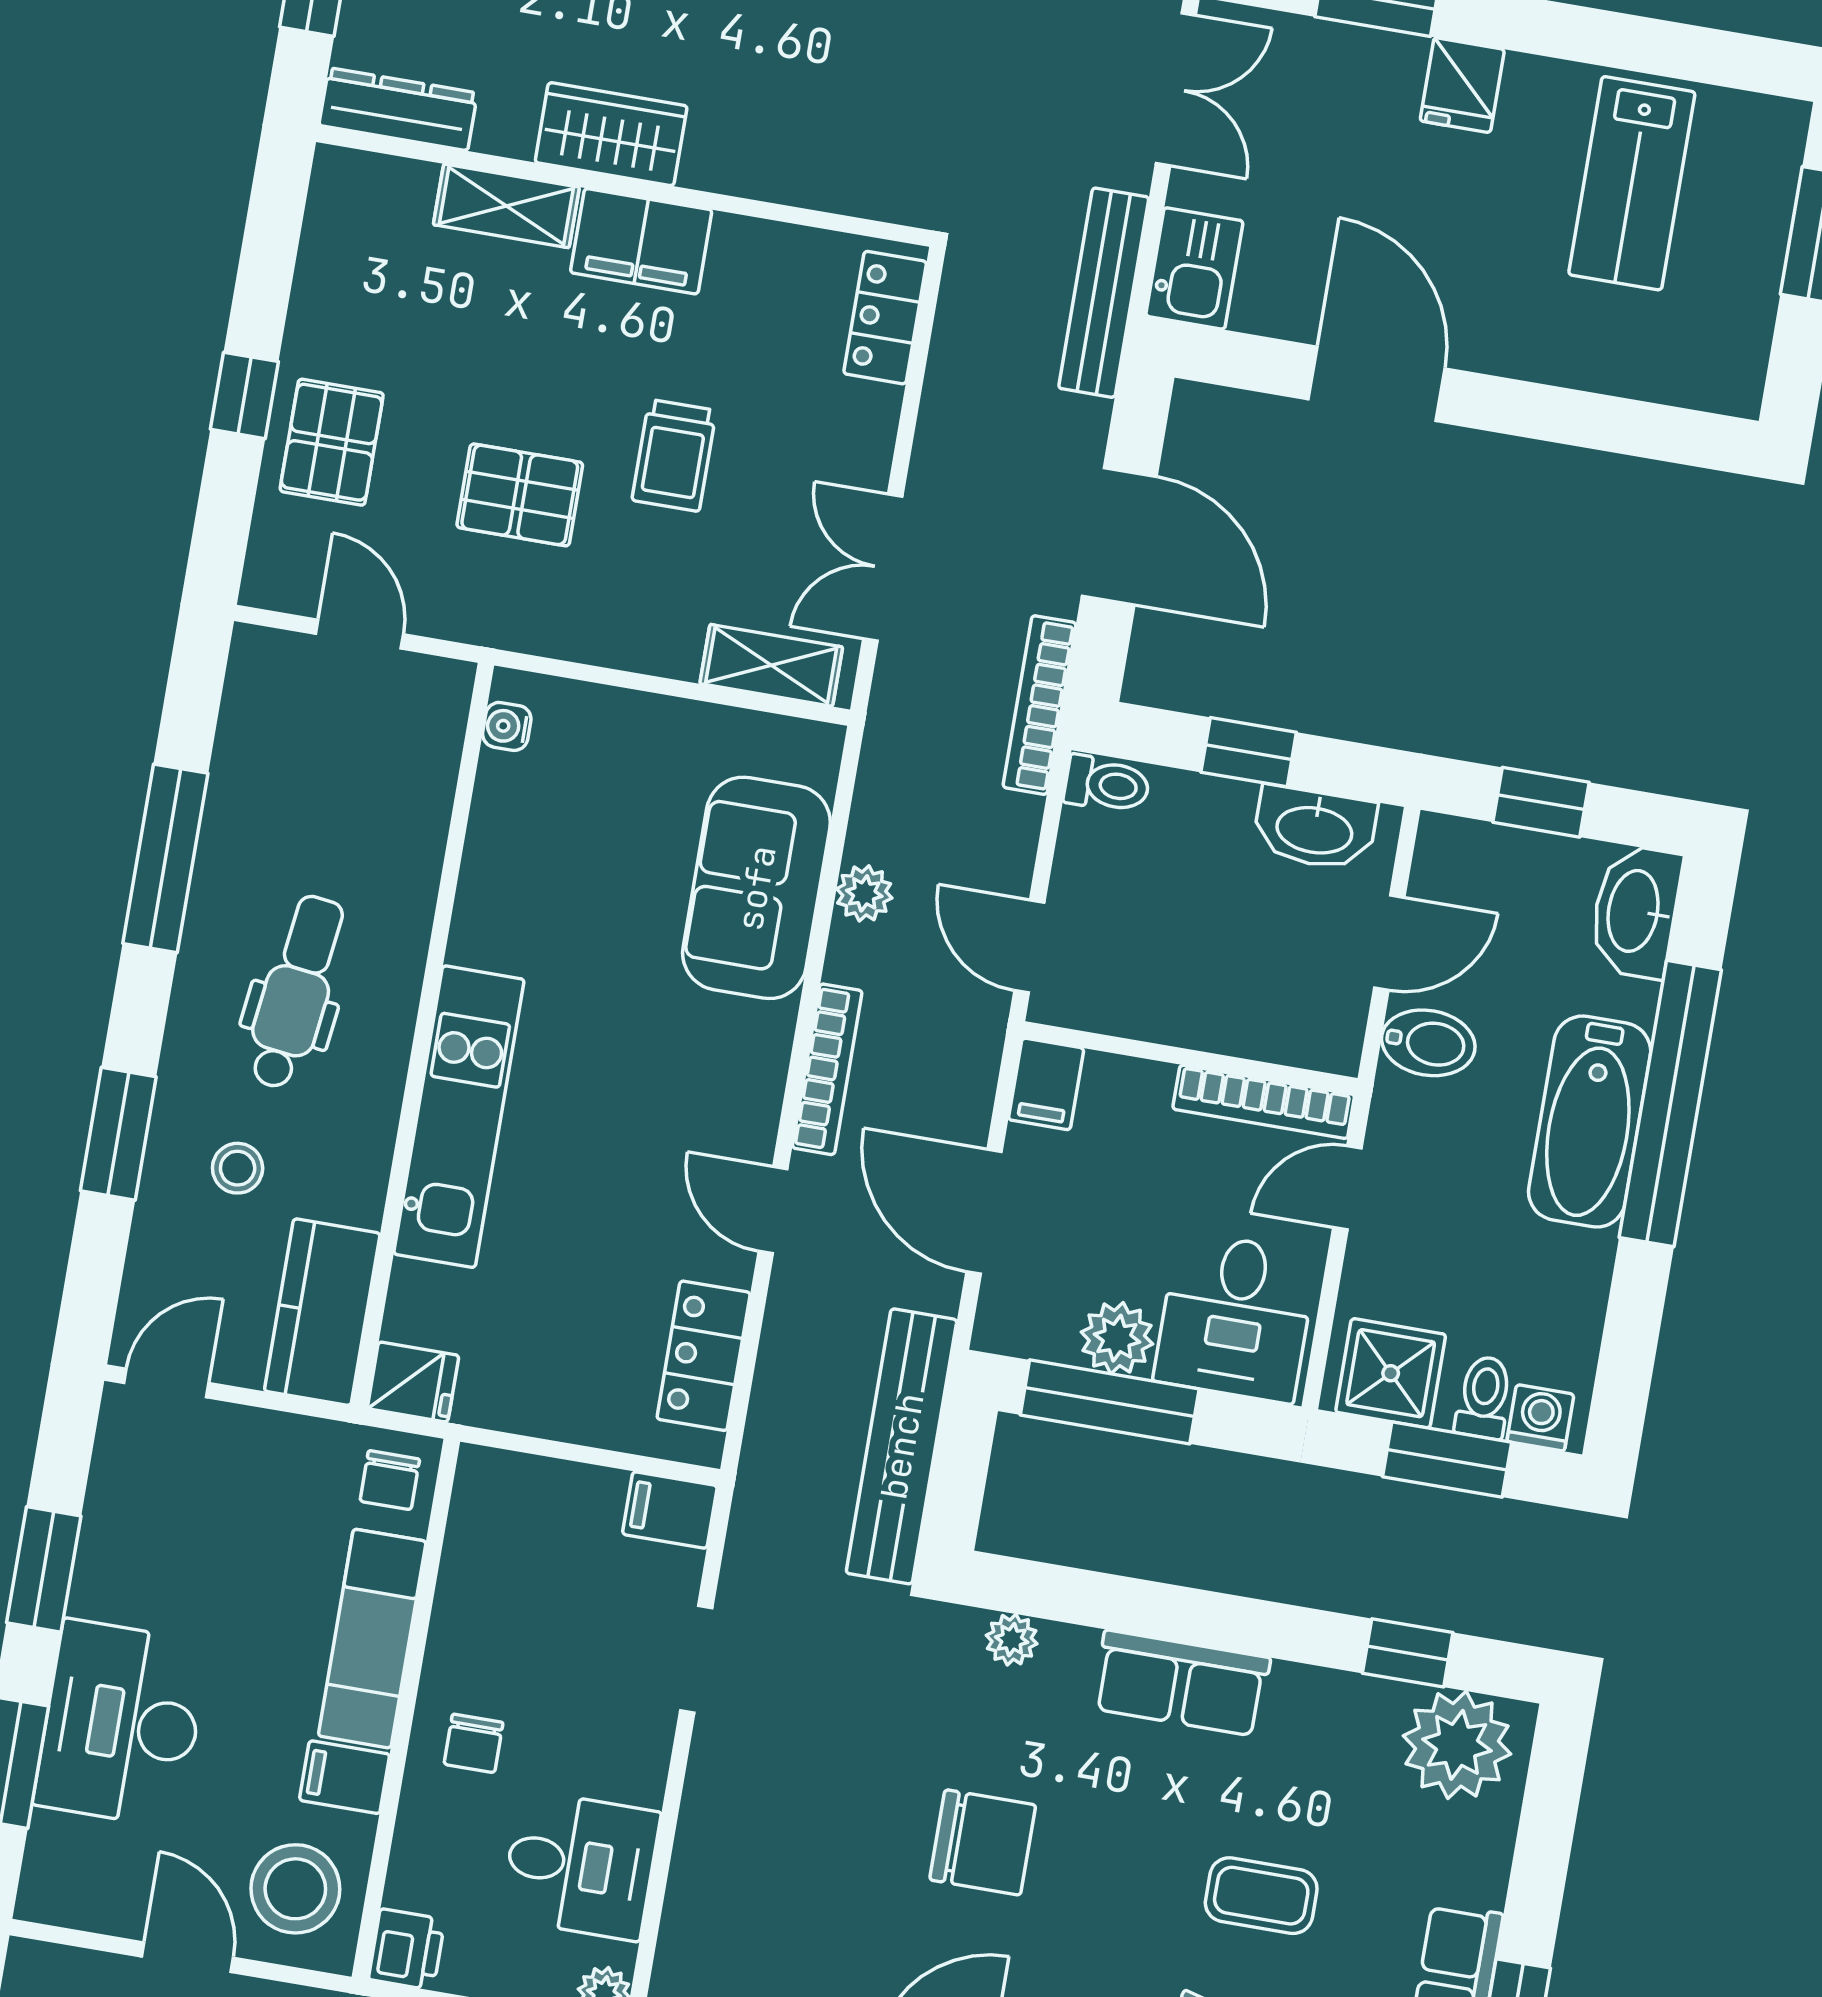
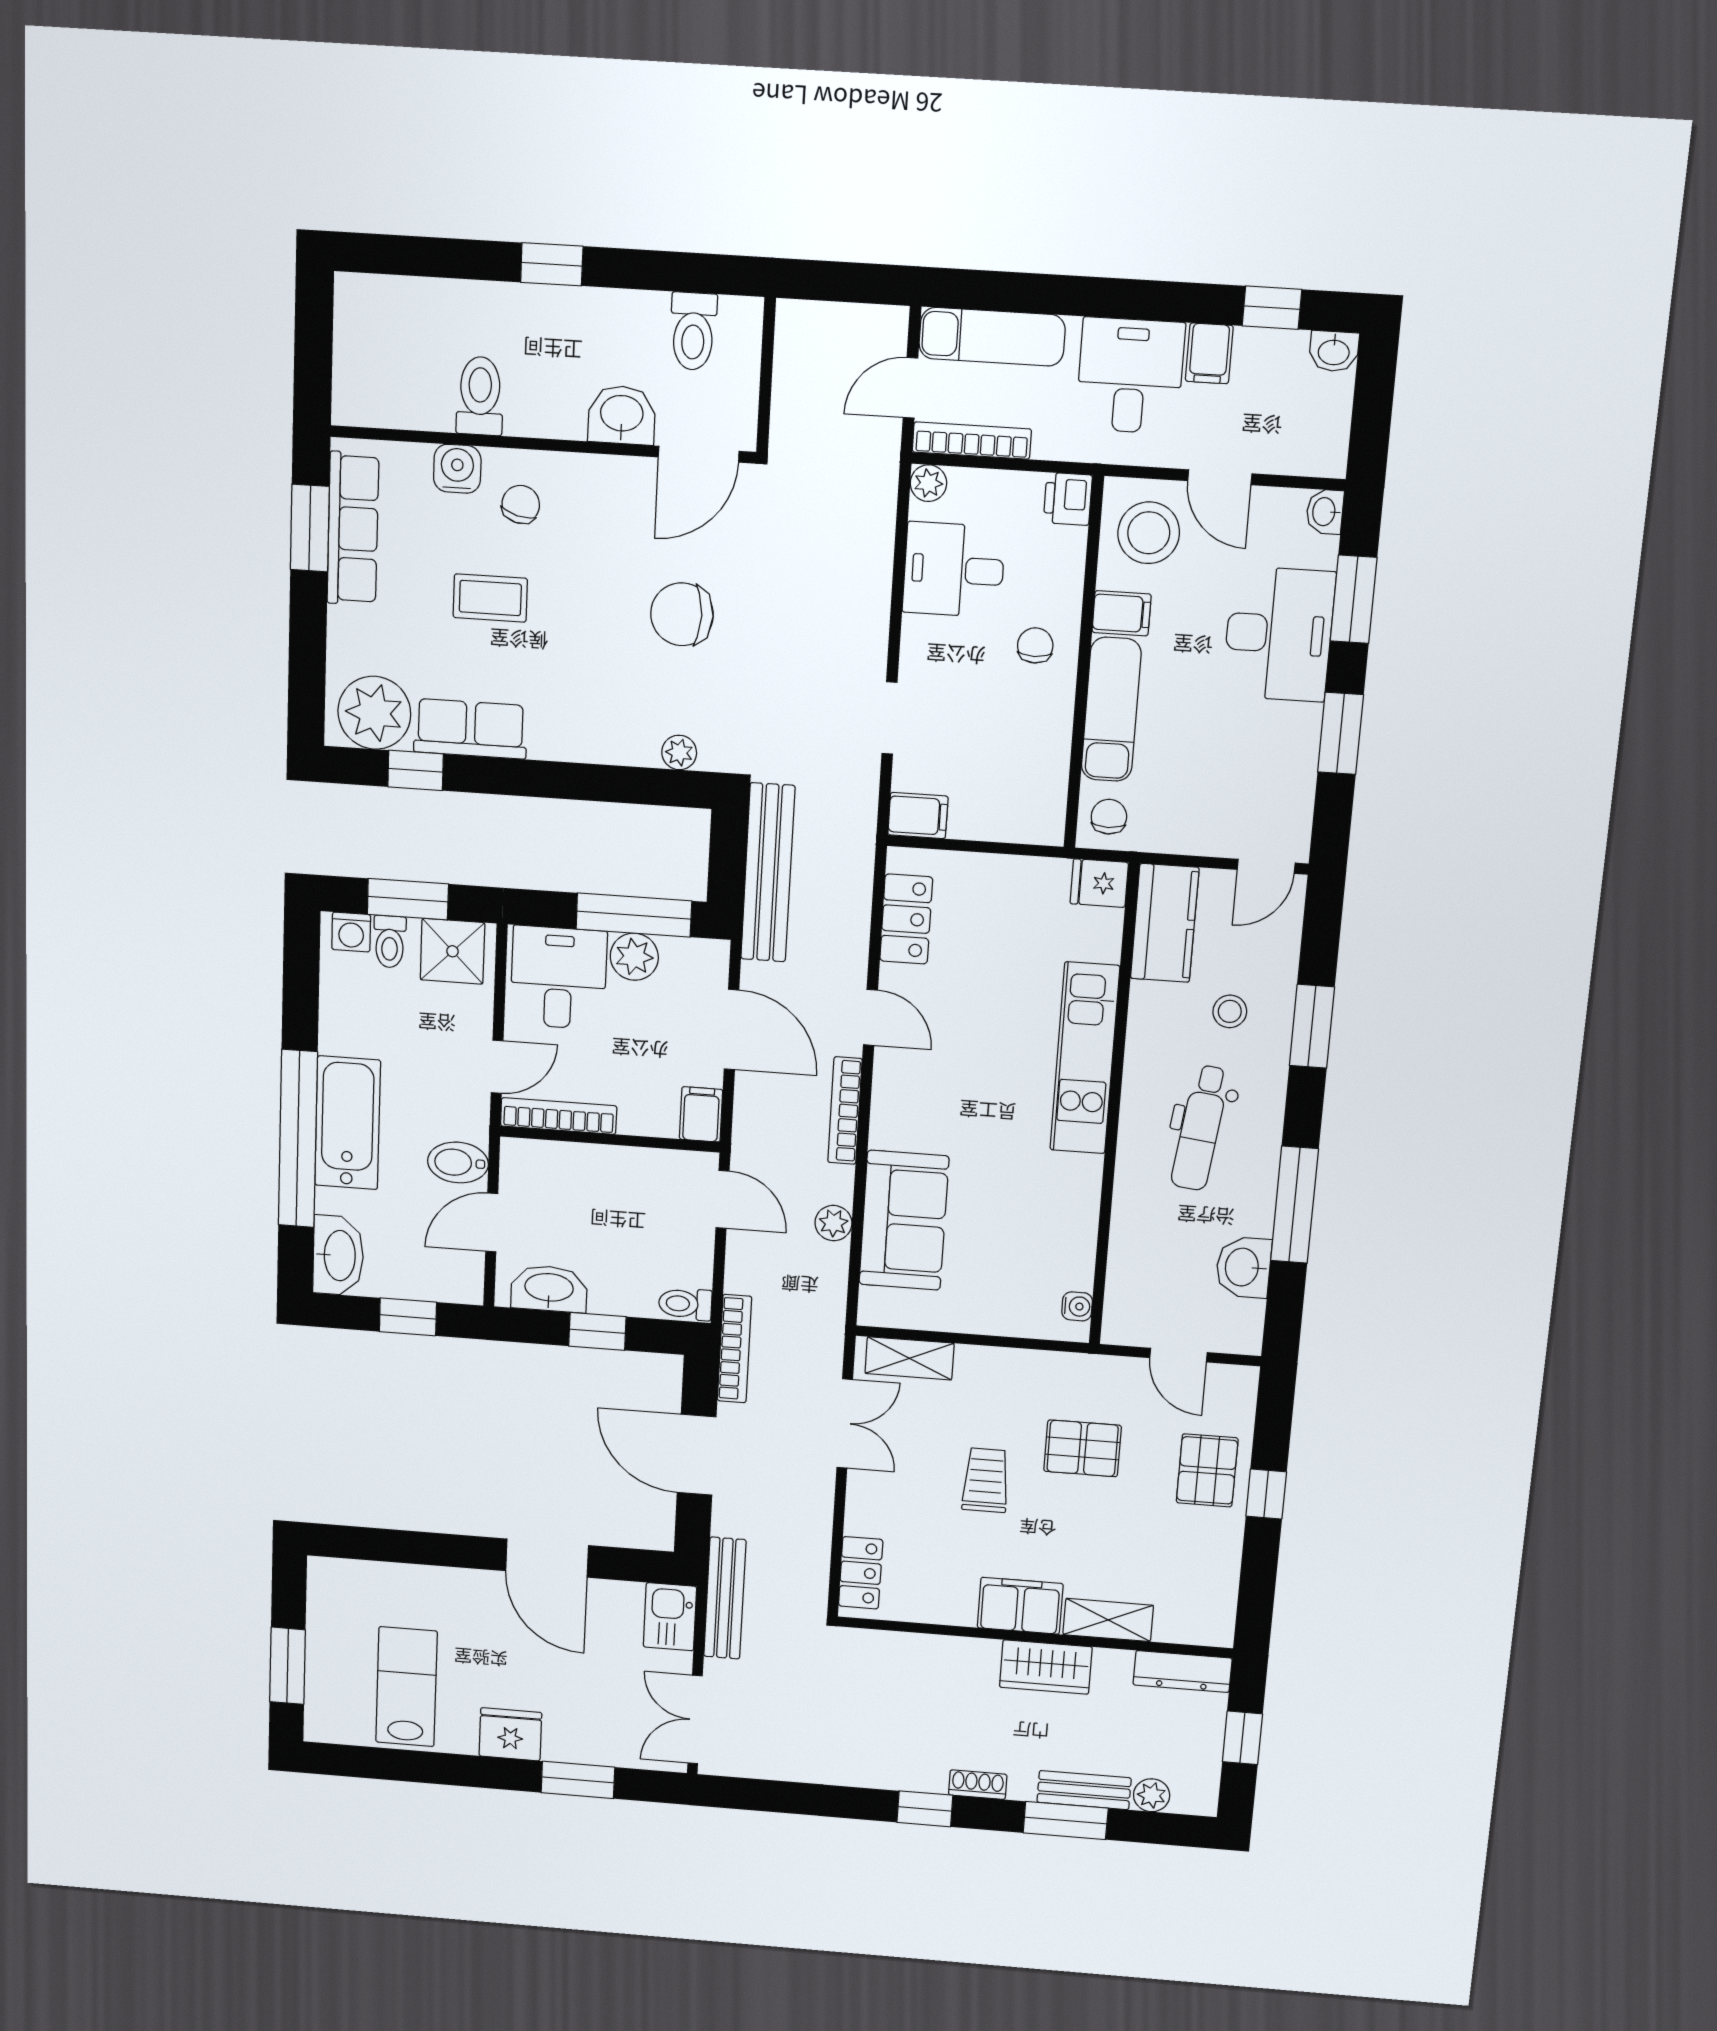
fridge: (1462, 85) -> (510, 1734), width x1.38
washbasin: (250, 766) -> (1243, 1267), added
row of seats: (1181, 1683) -> (470, 729), moved
washbasin: (42, 1892) -> (1325, 512), added

